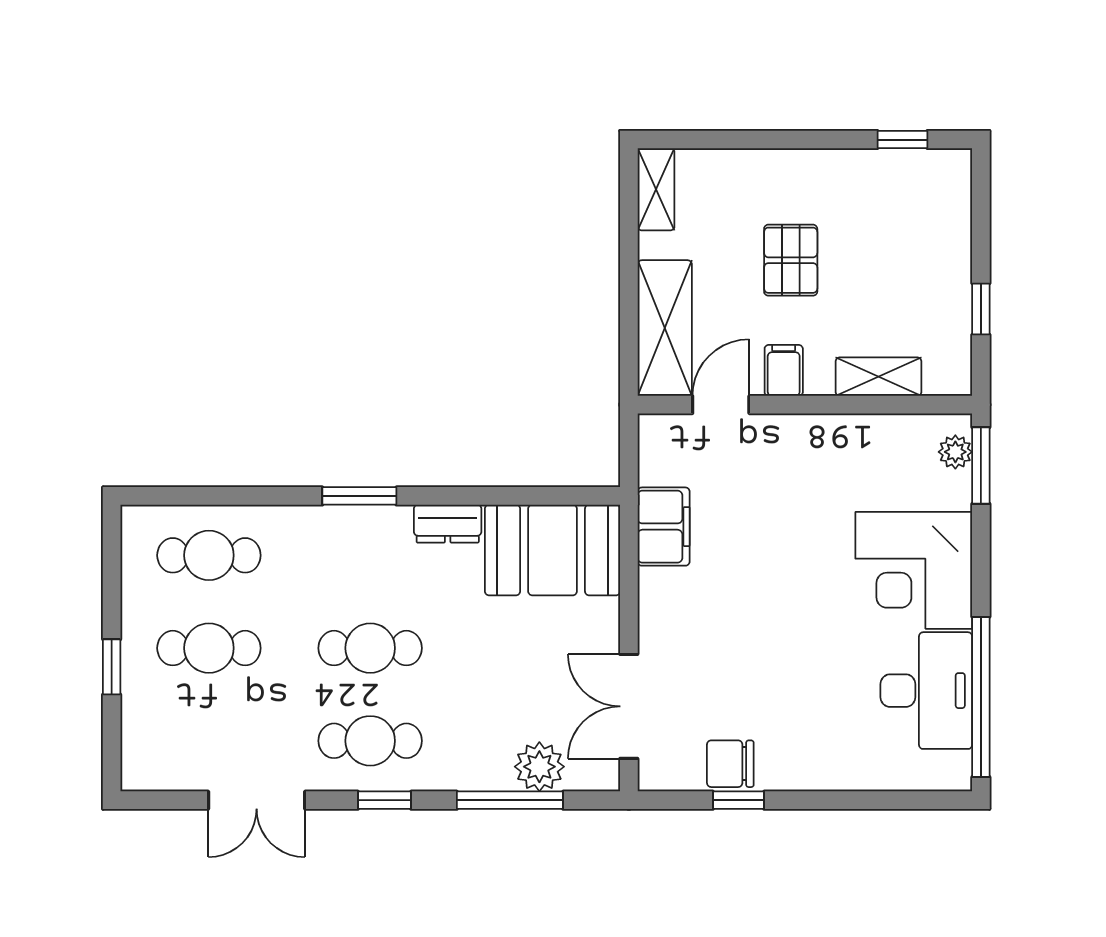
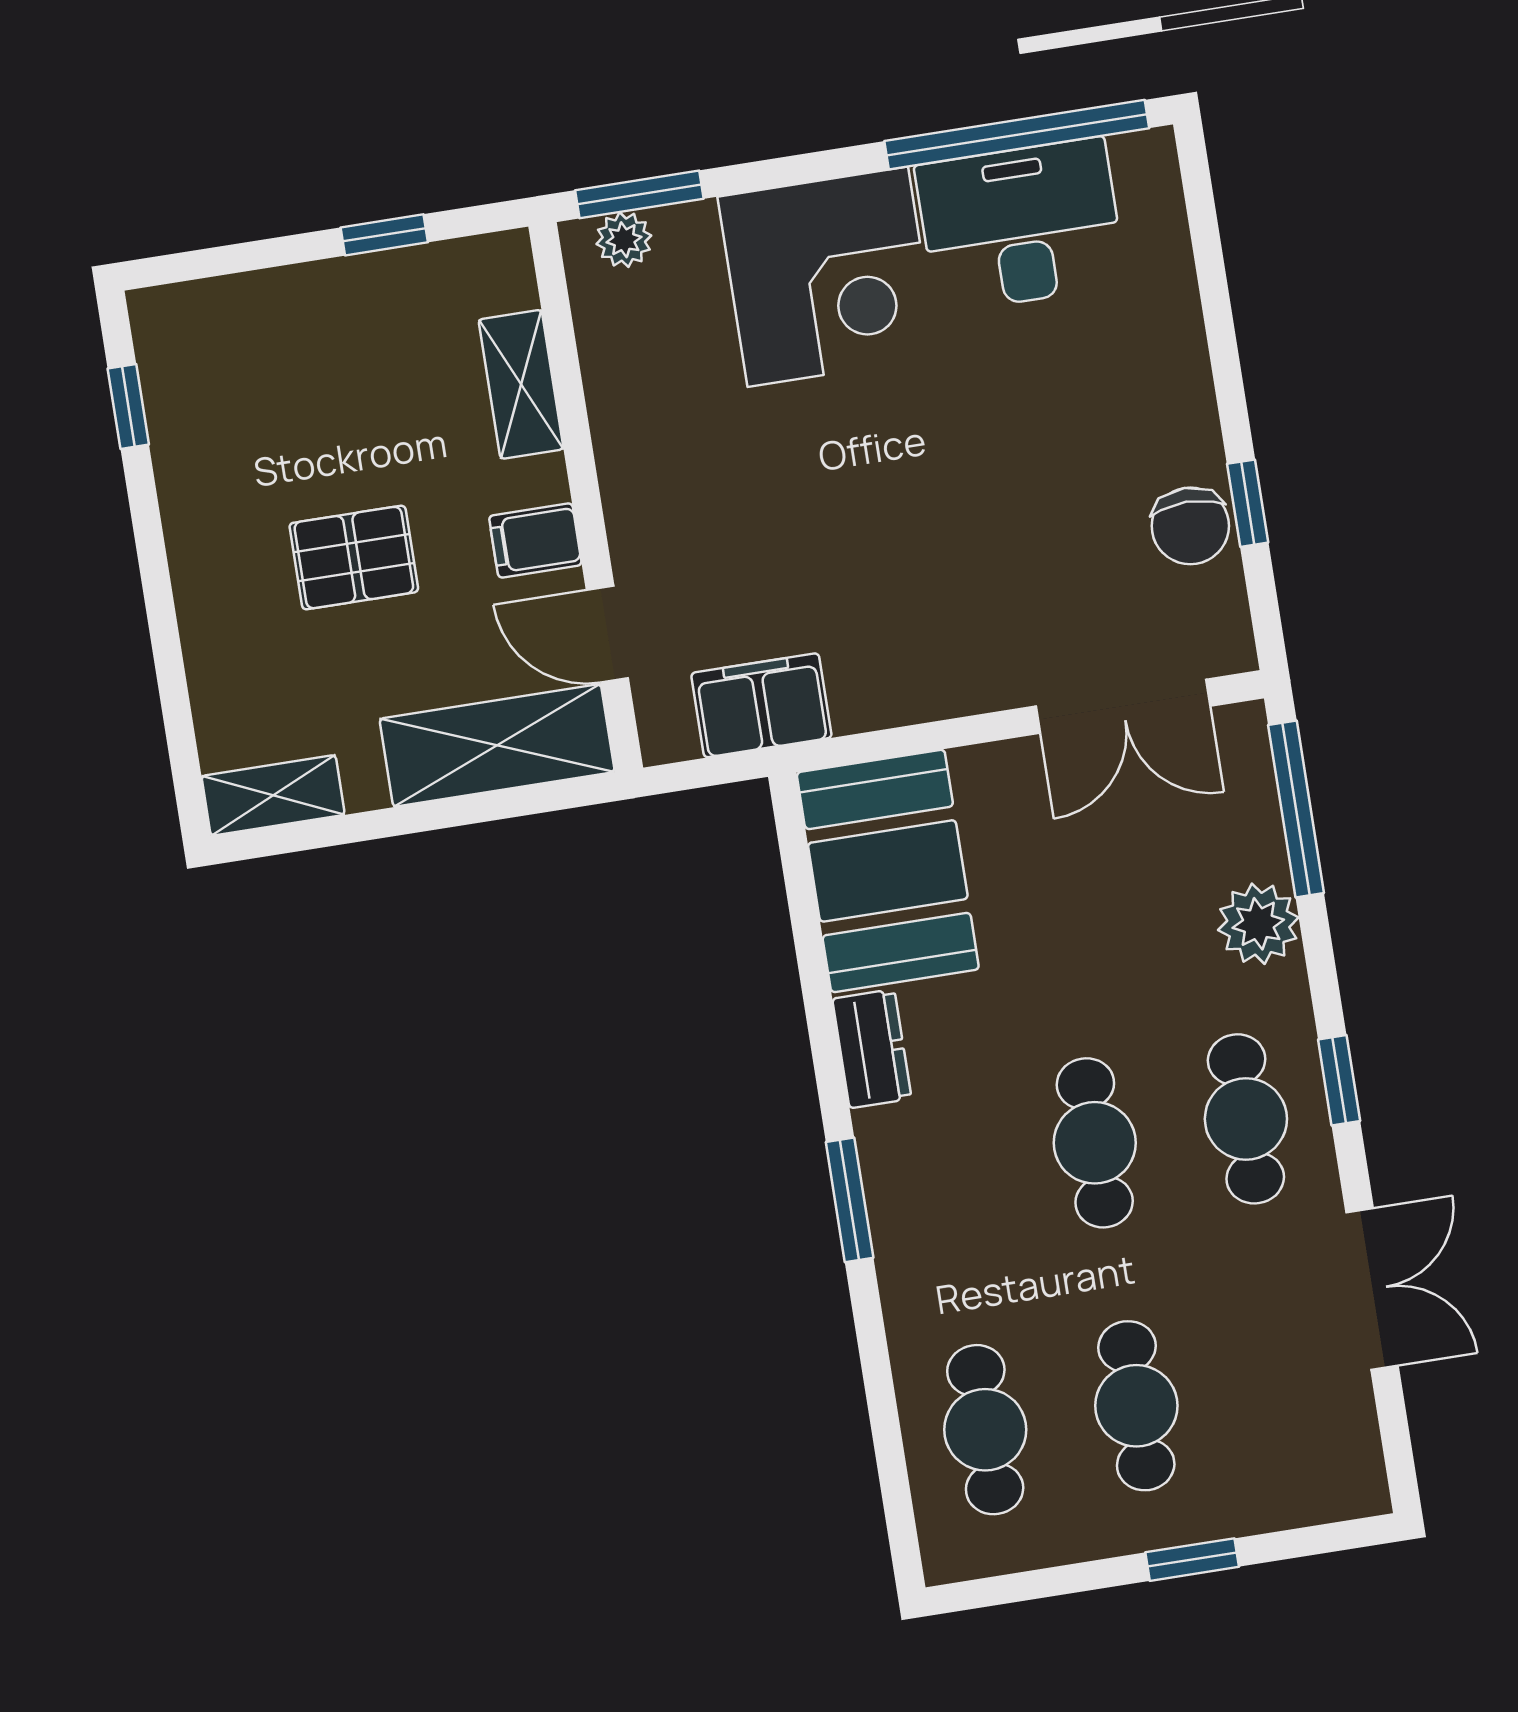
filing cabinet: (664, 527) -> (761, 705), moved
plant: (539, 767) -> (1258, 924), moved
window: (510, 800) -> (1296, 809), moved

